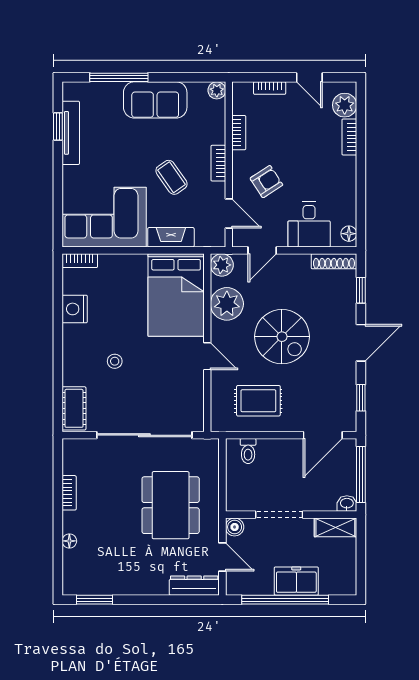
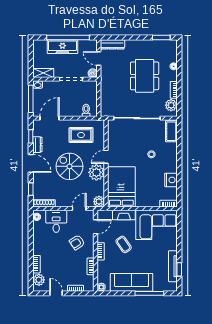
sofa: (155, 100) -> (132, 282), width x1.36
door: (229, 213) -> (96, 227), swing flipped
plant: (227, 304) -> (96, 172), moved
door: (361, 343) -> (31, 163), swing flipped
door: (207, 356) -> (106, 157), hinge flipped
dresser: (347, 381) -> (37, 145), added
plant: (74, 462) -> (171, 105), added
dining table: (171, 505) -> (145, 76), moved
freezer: (296, 581) -> (62, 47), width x1.40

